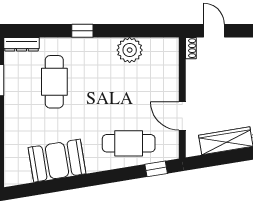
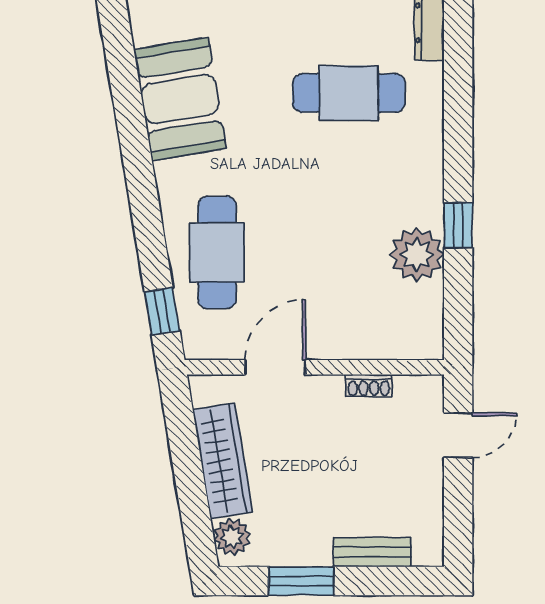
window: (82, 31) -> (458, 225), moved
shoe rack: (191, 48) -> (369, 386), moved

